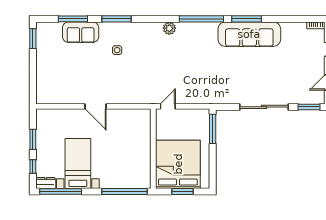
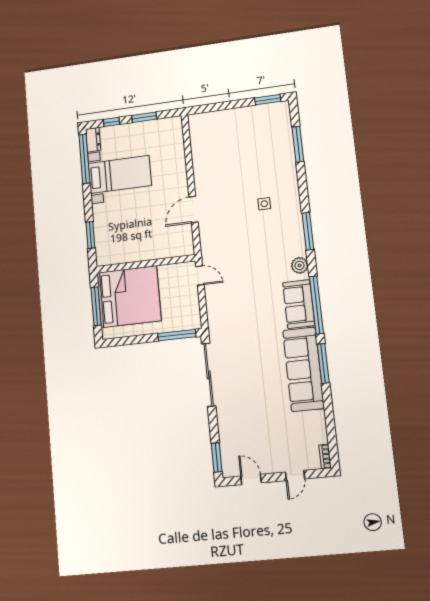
window: (116, 19) -> (308, 231), moved
sofa: (81, 32) -> (299, 304), moved
door: (96, 106) -> (194, 210), moved
sliding door: (264, 107) -> (209, 375), moved
window: (124, 192) -> (90, 235), width x0.47
window: (183, 192) -> (96, 306), width x1.44

